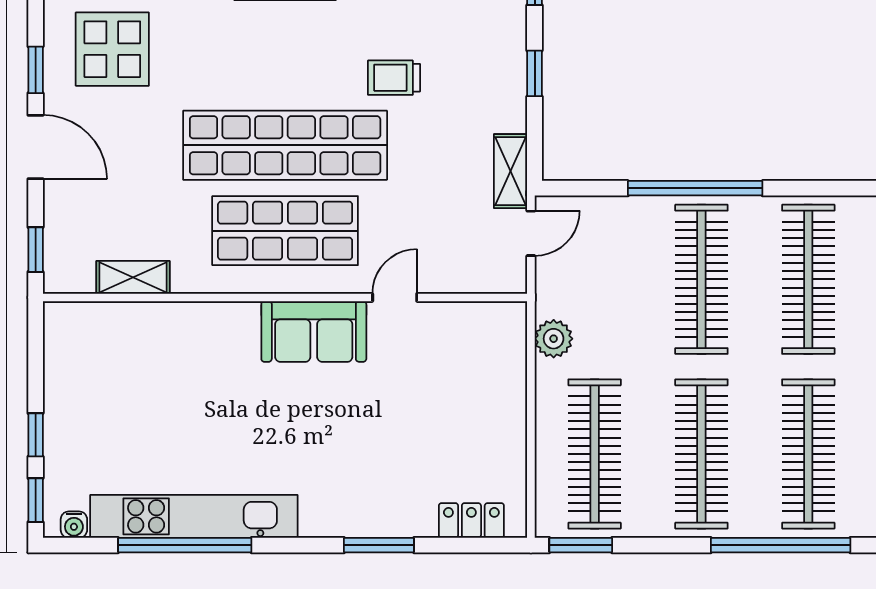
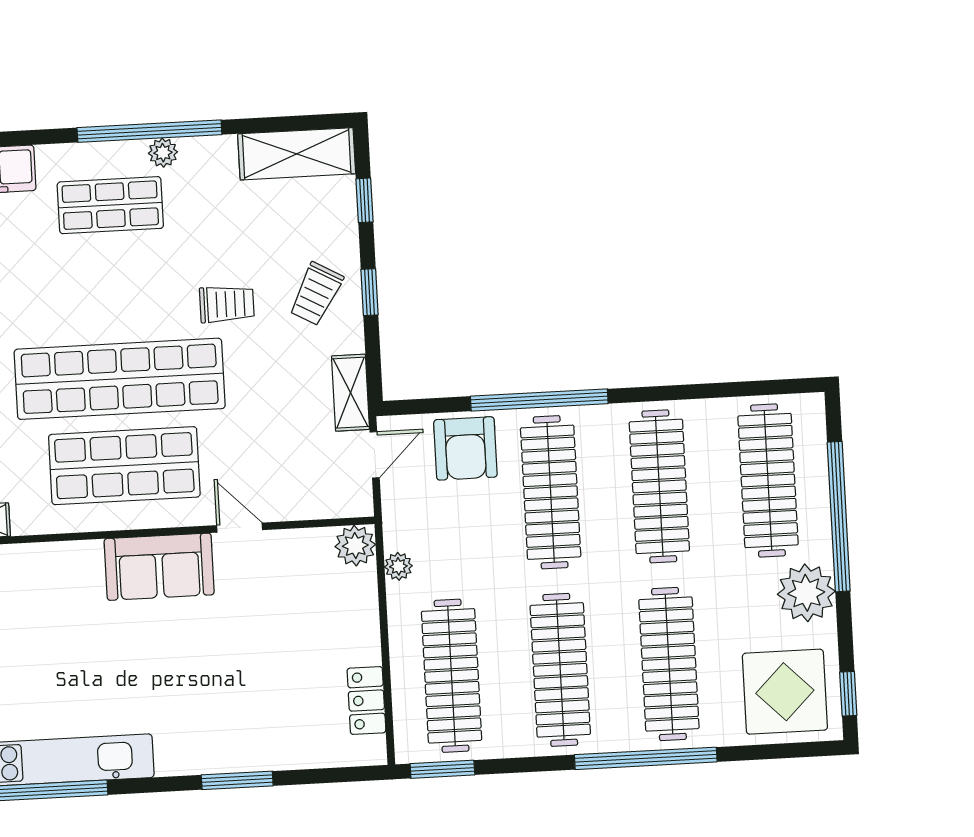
trolley: (482, 72) -> (316, 294), added
trolley: (394, 78) -> (227, 304), turned 180
armchair: (620, 232) -> (465, 448), added
door: (395, 297) -> (240, 528), hinge flipped
plant: (507, 321) -> (355, 546), added
plant: (554, 339) -> (398, 566), width x0.73, depth x0.73
locker: (471, 520) -> (366, 701), moved, turned -90

